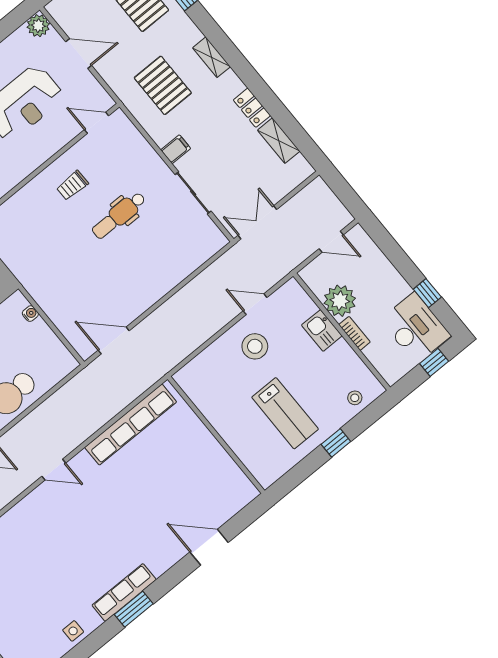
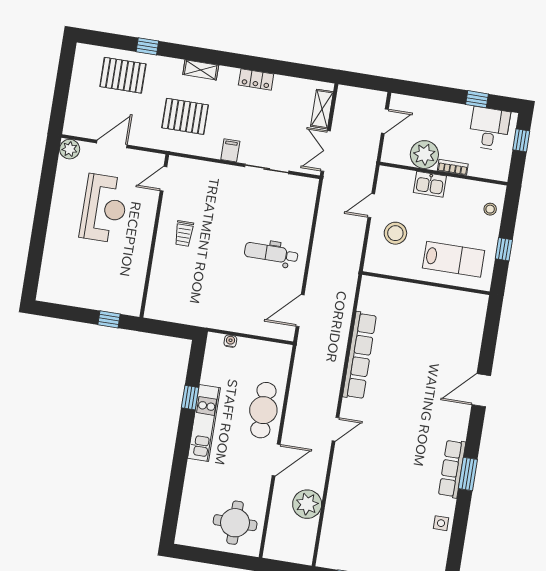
shelving: (279, 141) -> (322, 109), moved, turned 90
dental chair: (119, 215) -> (271, 253), moved, turned 90
desk: (415, 328) -> (489, 129), width x0.73
wall: (216, 435) -> (426, 283), moved

